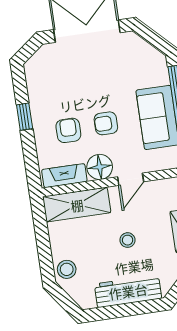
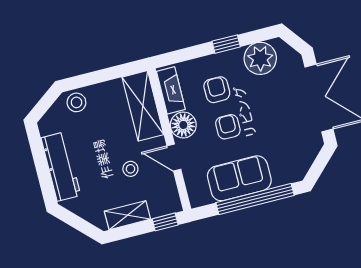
plant: (42, 85) -> (260, 58), added
armchair: (68, 130) -> (217, 90), turned -90
stool: (128, 240) -> (130, 169), moved

